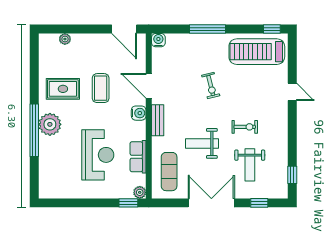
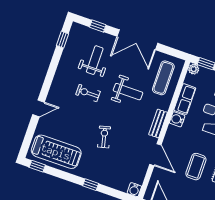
window: (207, 29) -> (91, 185), width x0.46
door: (292, 92) -> (39, 108), swing flipped
water cooler: (139, 113) -> (177, 119), moved

